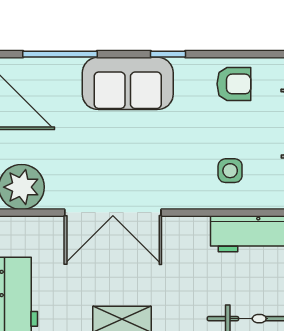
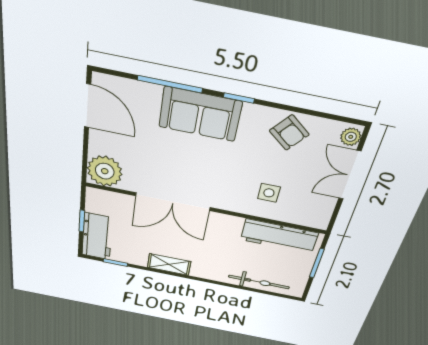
window: (60, 54) -> (170, 84), moved
armchair: (234, 84) -> (289, 133), turned 39

